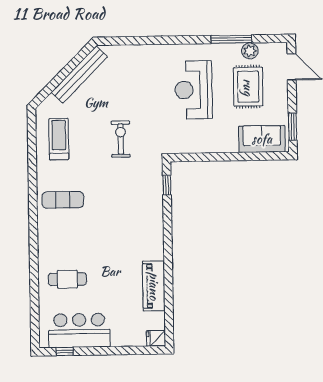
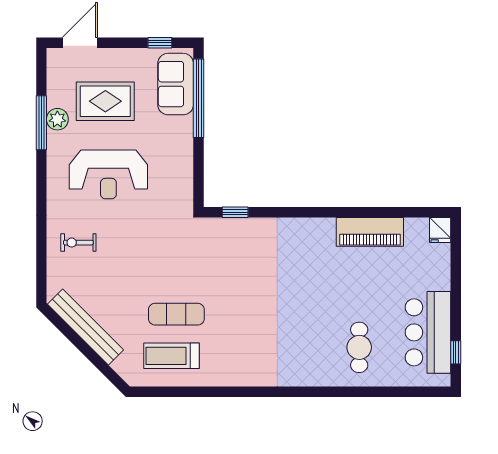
plant: (250, 51) -> (57, 119), moved
window: (293, 127) -> (160, 43), width x0.67
exercise bike: (121, 139) -> (78, 243), moved, width x0.73, depth x0.72
window: (251, 156) -> (199, 98), added
exercise mat: (63, 200) -> (176, 314), moved, turned 90

